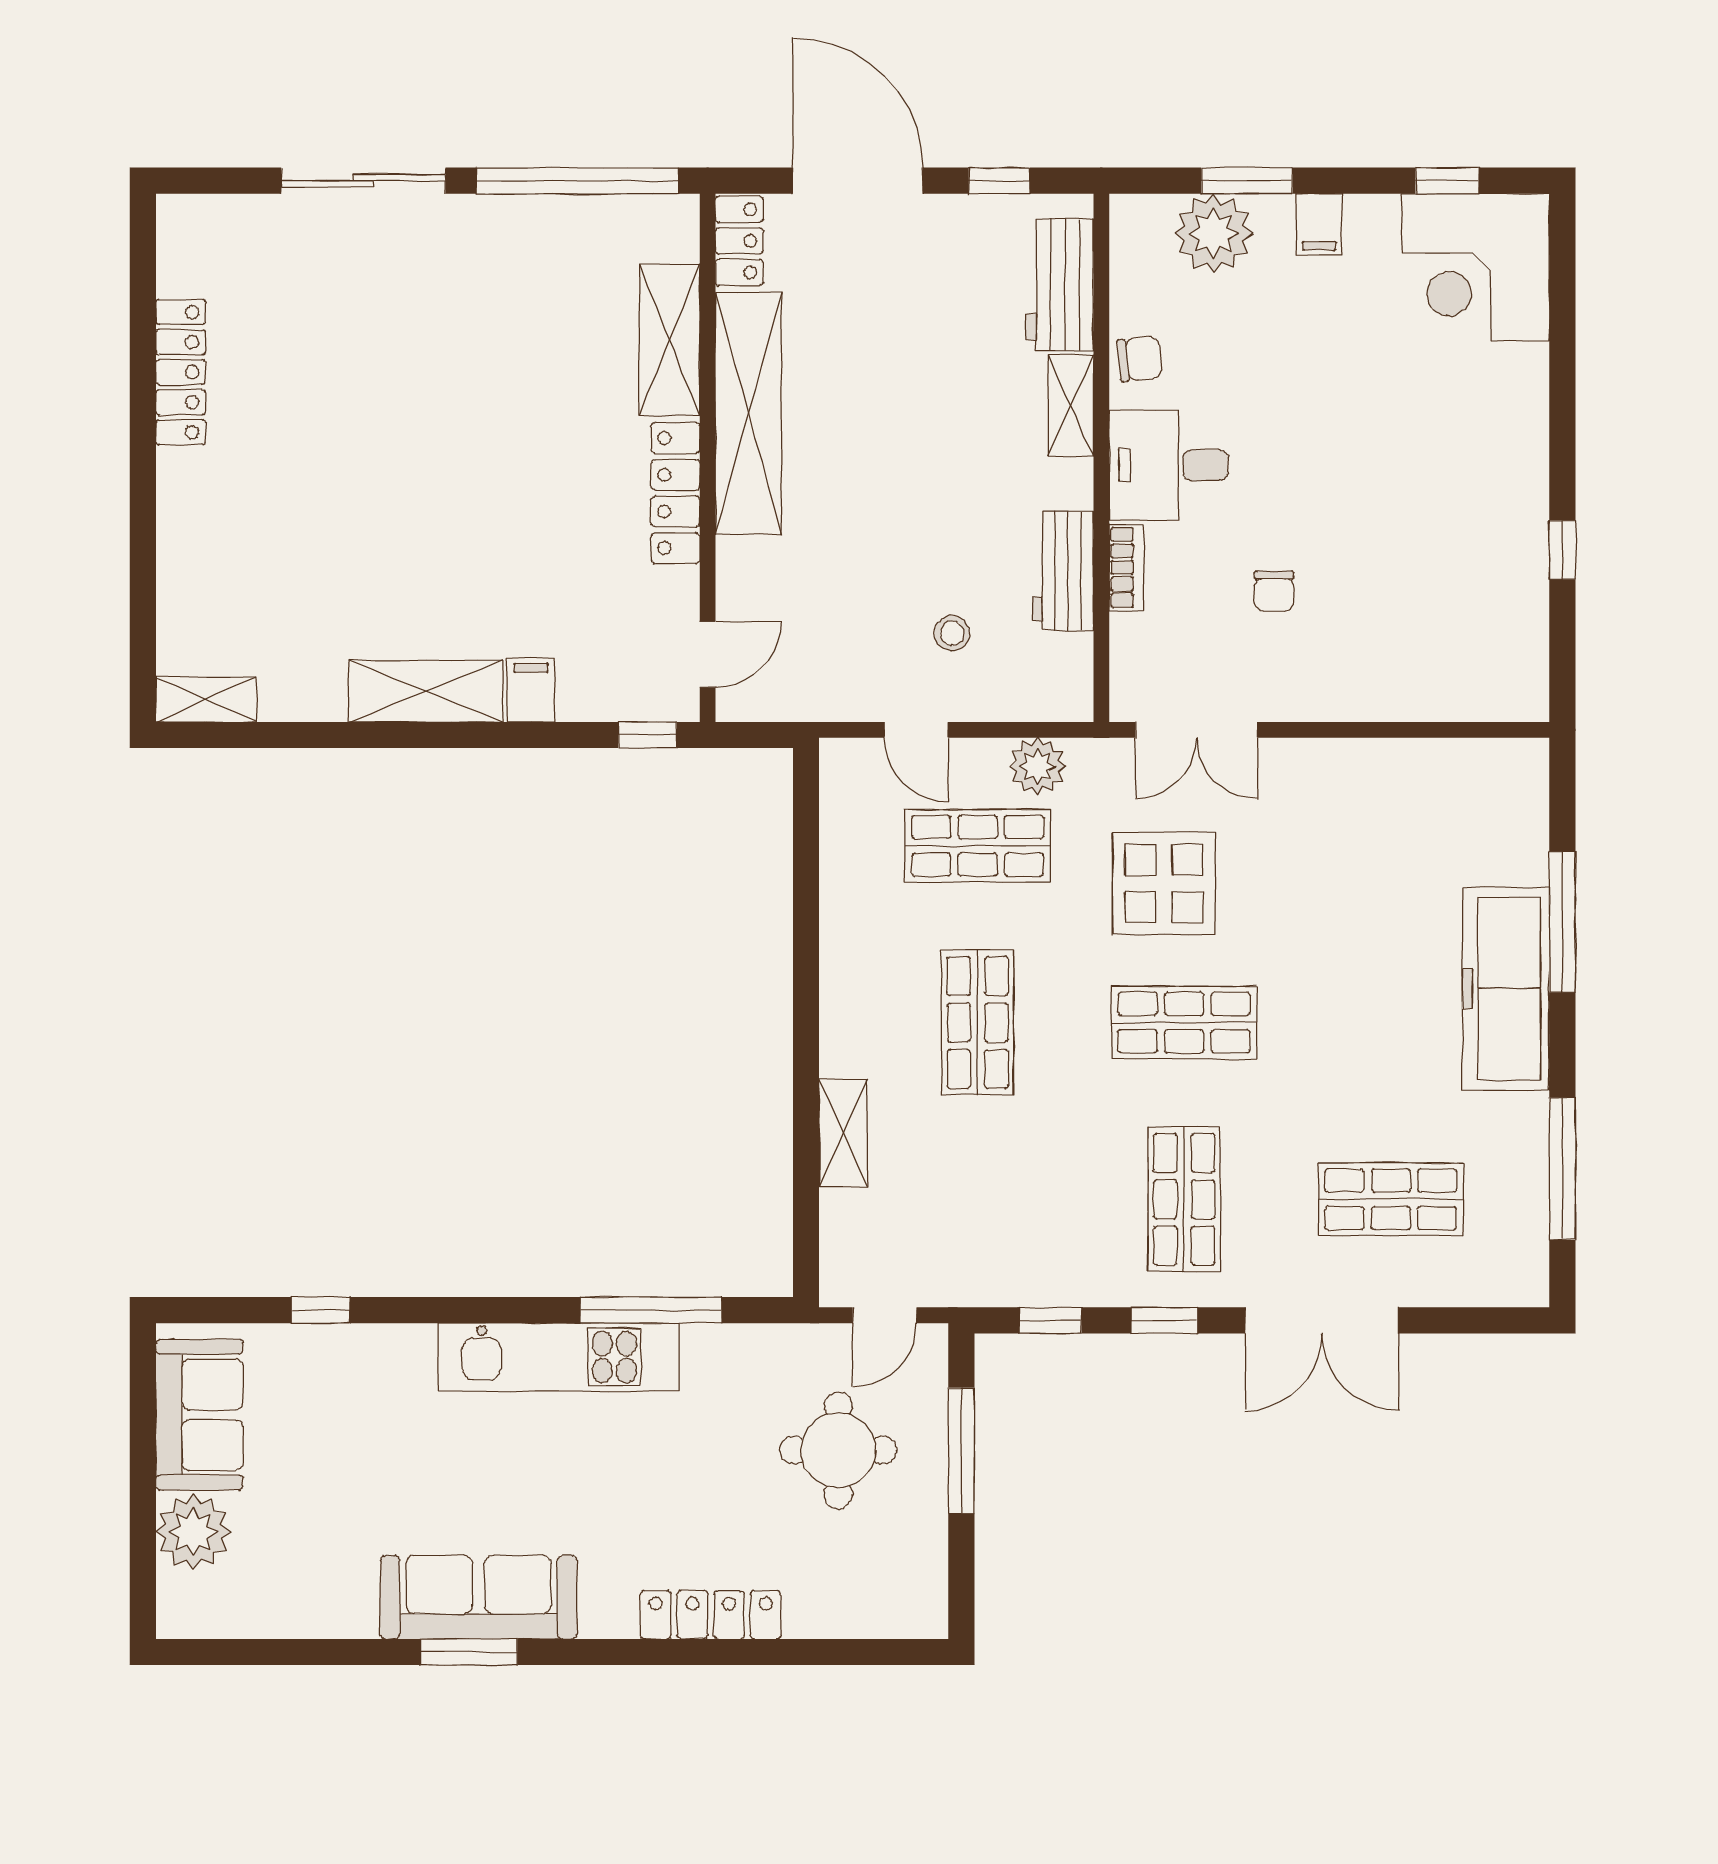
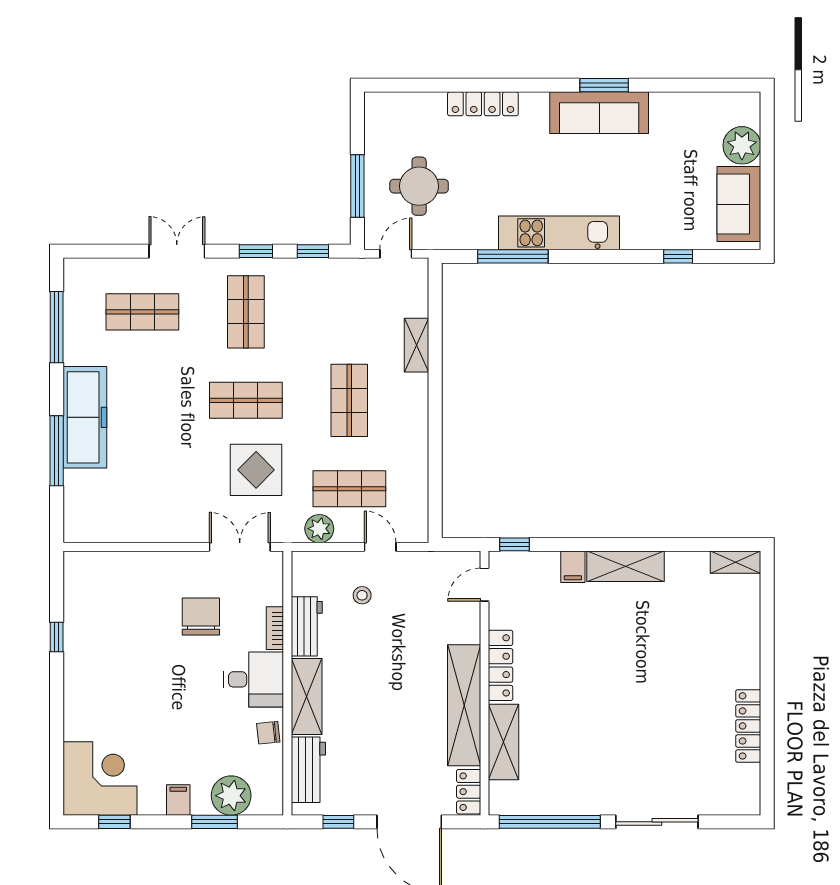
shelving: (1071, 405) -> (307, 697), width x1.50, depth x1.33
chair: (1274, 591) -> (201, 616), width x1.87, depth x1.87
double door: (1322, 1320) -> (177, 251), width x0.73

